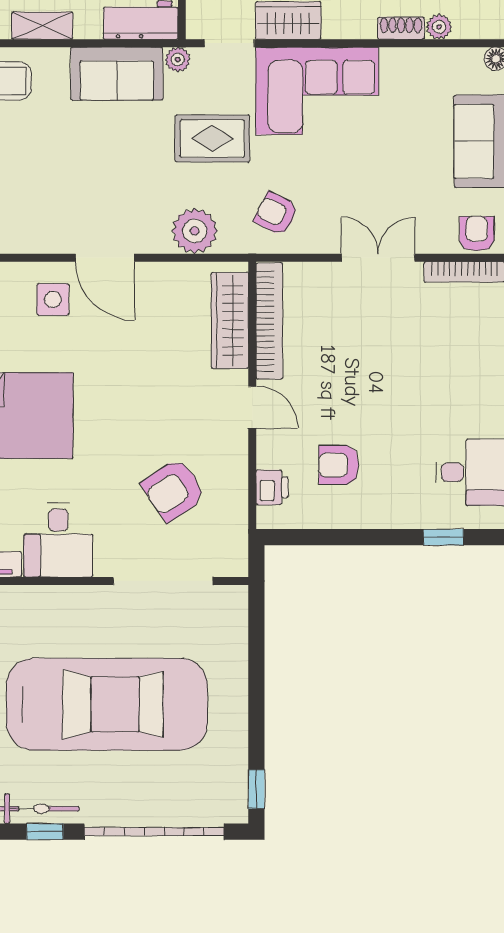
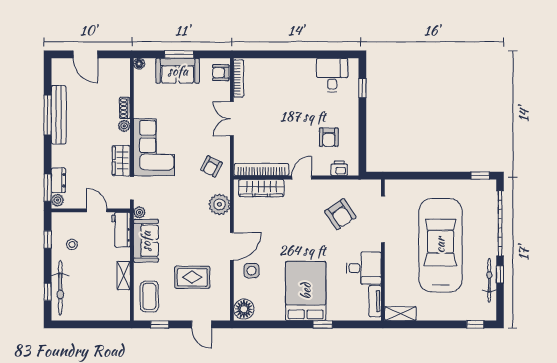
plant: (439, 27) -> (124, 126), moved
rug: (212, 138) -> (192, 277), moved, turned 90

